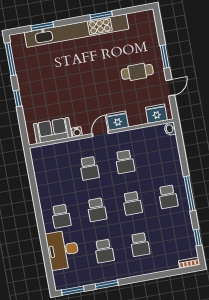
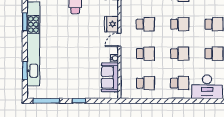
door: (100, 134) -> (119, 40), hinge flipped
school desk: (54, 175) -> (145, 83), added

